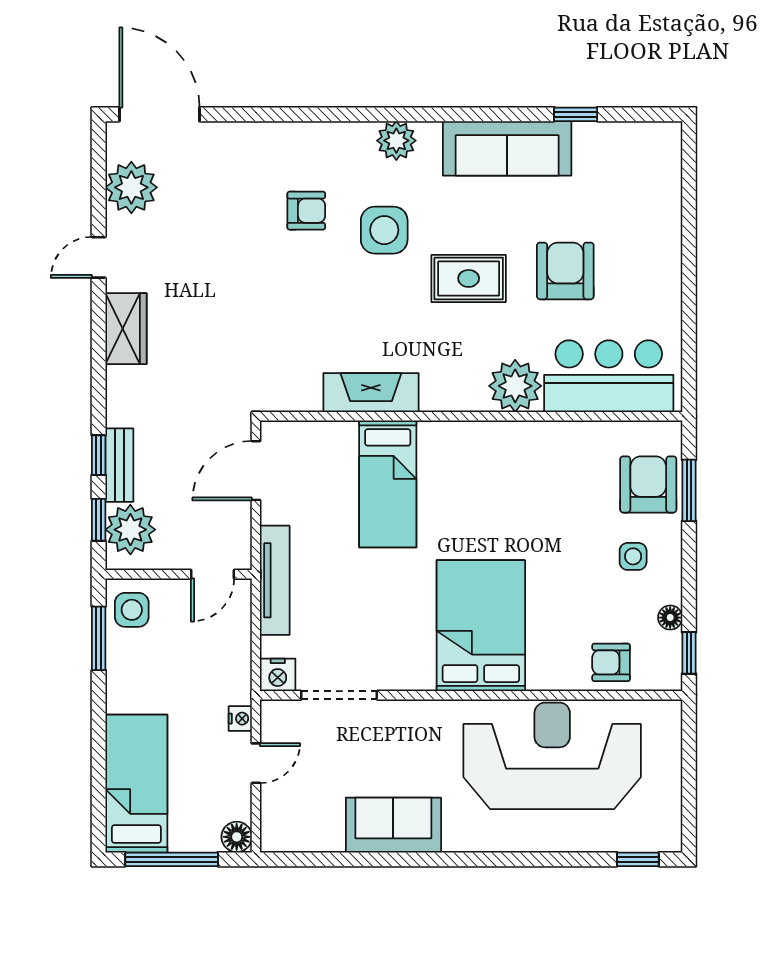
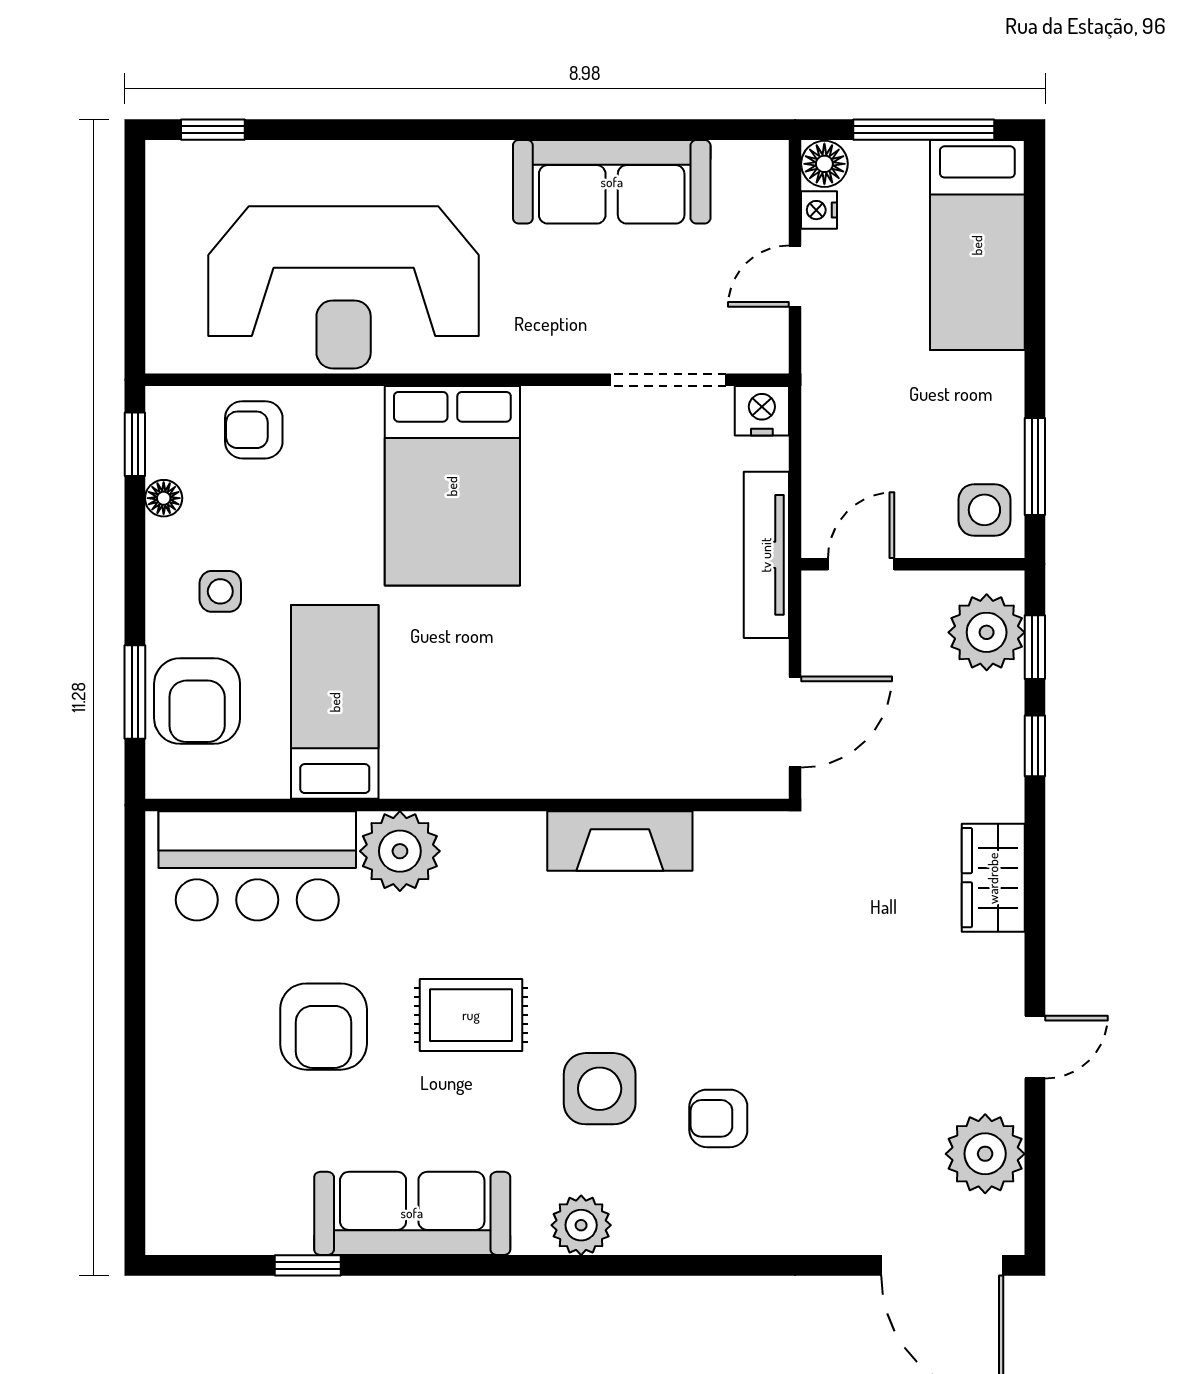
wardrobe: (126, 329) -> (993, 878), moved
bench: (119, 465) -> (1003, 730), removed
bed: (388, 484) -> (335, 702), moved
armchair: (611, 662) -> (254, 430), turned 180
nightstand: (240, 719) -> (819, 210), moved
sofa: (393, 825) -> (612, 182), width x1.36

